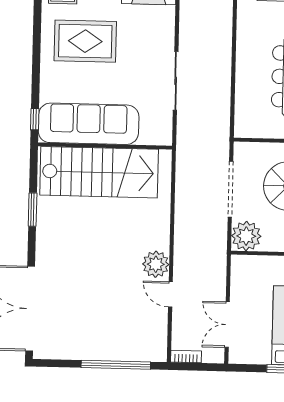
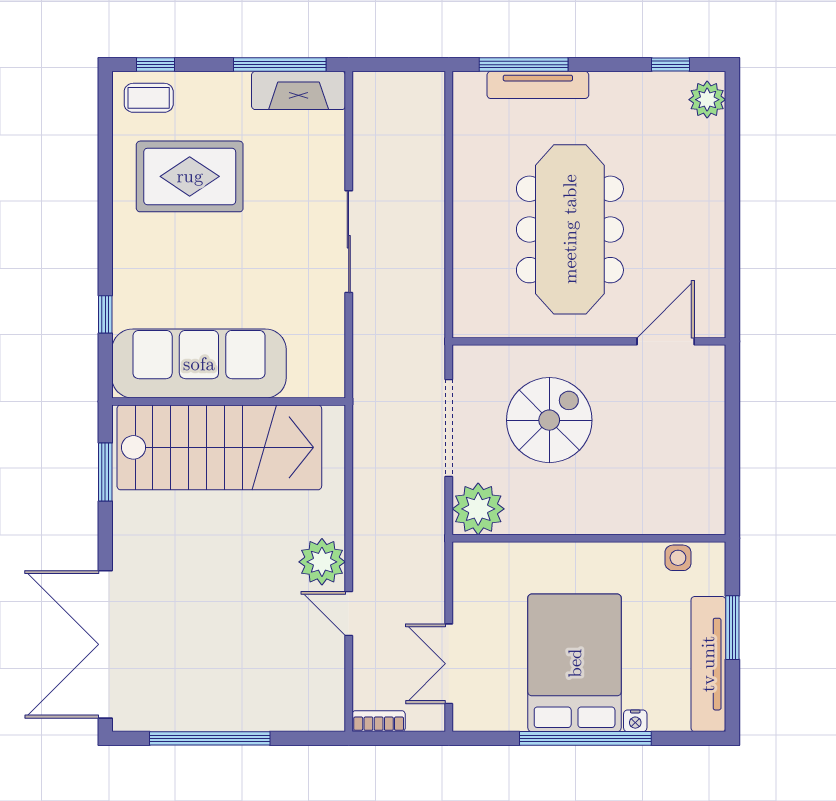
sofa: (89, 124) -> (199, 364), moved
wall: (105, 146) -> (229, 401), moved
stairs: (99, 172) -> (219, 447), moved
window: (116, 365) -> (210, 738), moved

